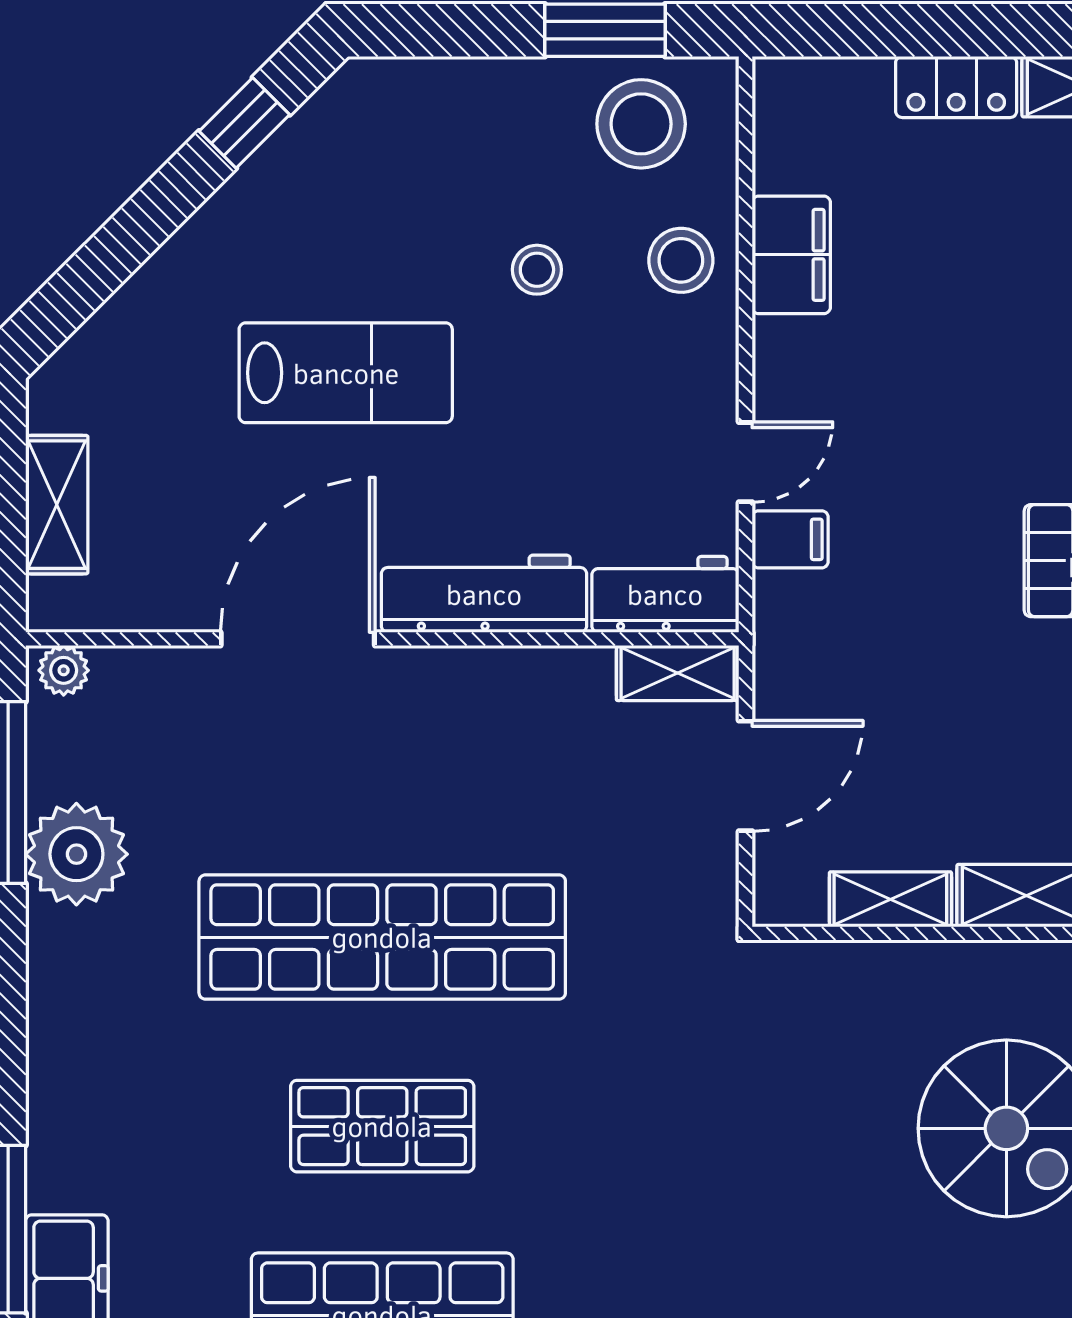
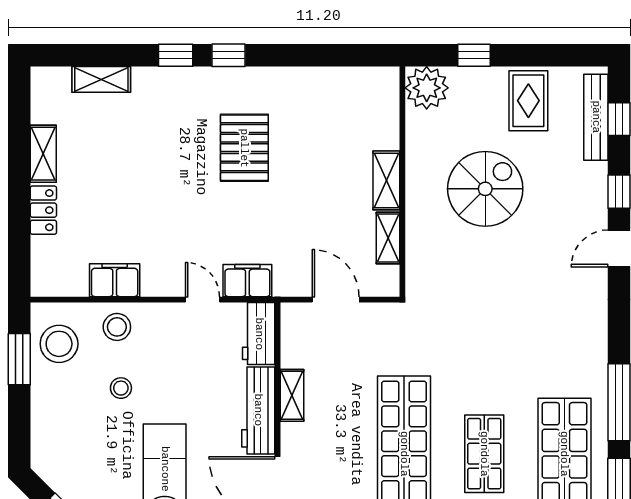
filing cabinet: (790, 539) -> (247, 281), width x2.00
shelving: (678, 673) -> (292, 395), moved

